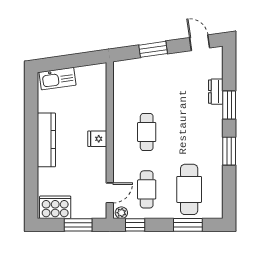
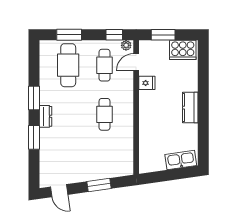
dresser: (216, 92) -> (45, 116), moved
fridge: (97, 139) -> (147, 83), moved
kitchen counter: (46, 140) -> (190, 108), width x0.67

